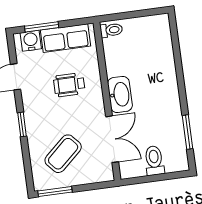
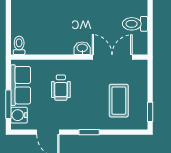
washbasin: (120, 94) -> (82, 48), width x0.52, depth x0.69
coffee table: (63, 154) -> (119, 101), turned 42
window: (55, 192) -> (150, 112), width x0.67

